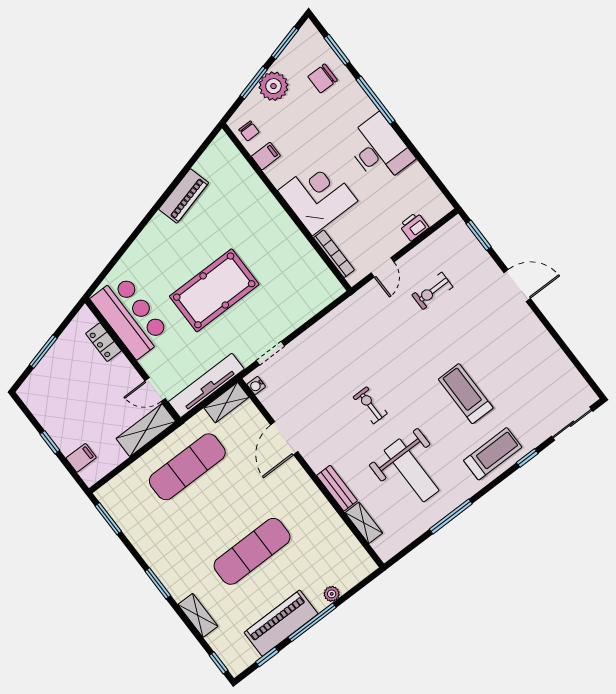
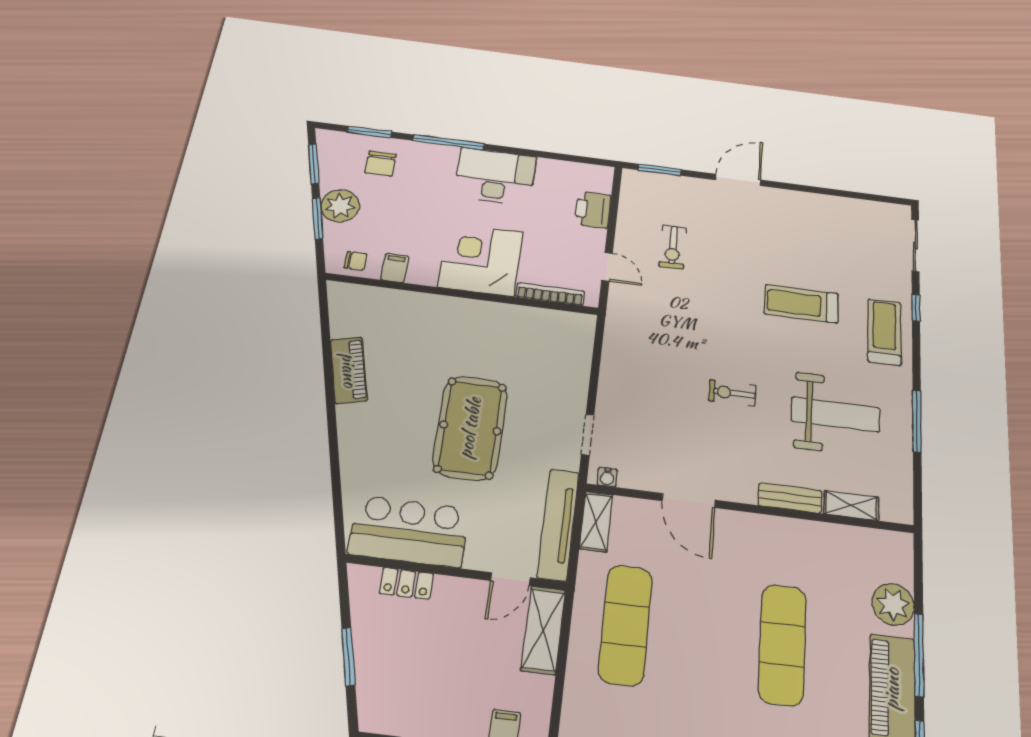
printer: (414, 226) -> (593, 210), width x1.36, depth x1.24
plant: (332, 594) -> (893, 605), width x1.87, depth x1.87

